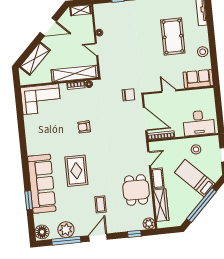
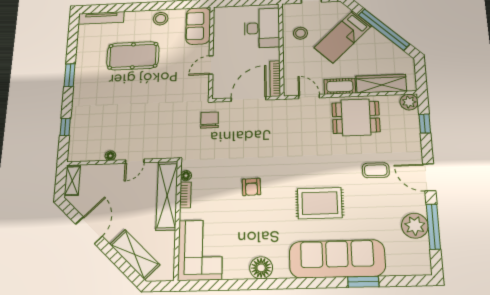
floor lamp: (42, 232) -> (261, 268), moved

